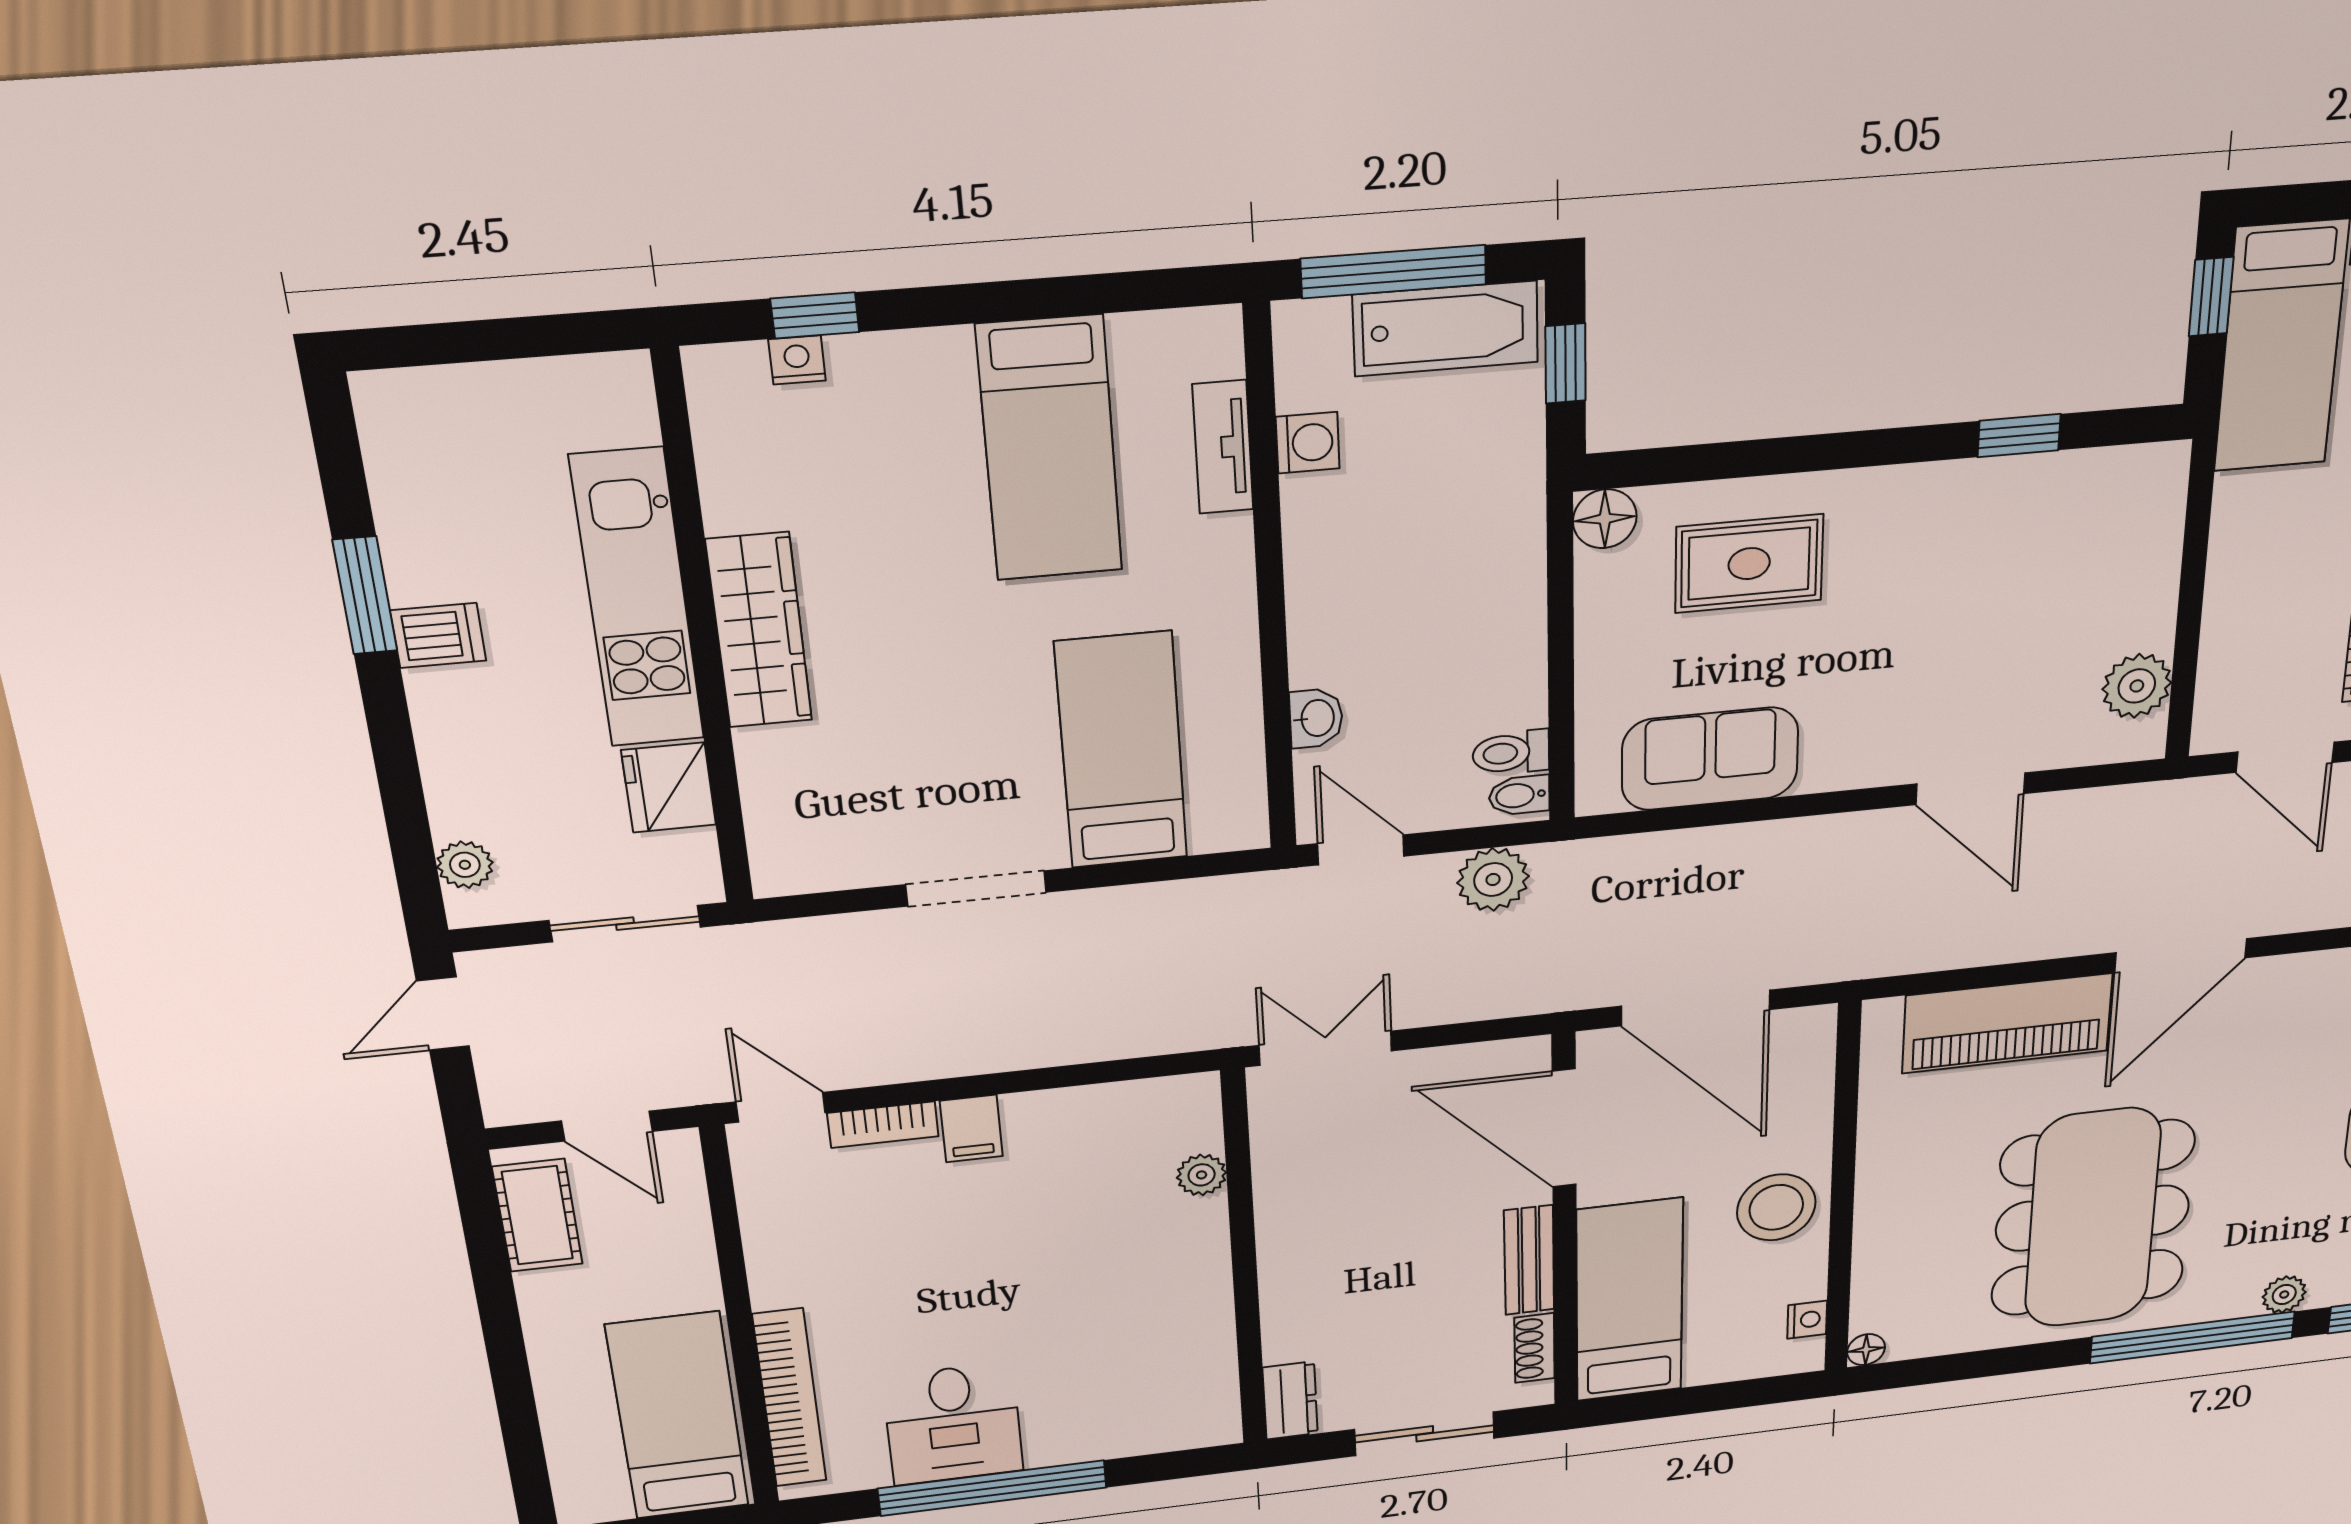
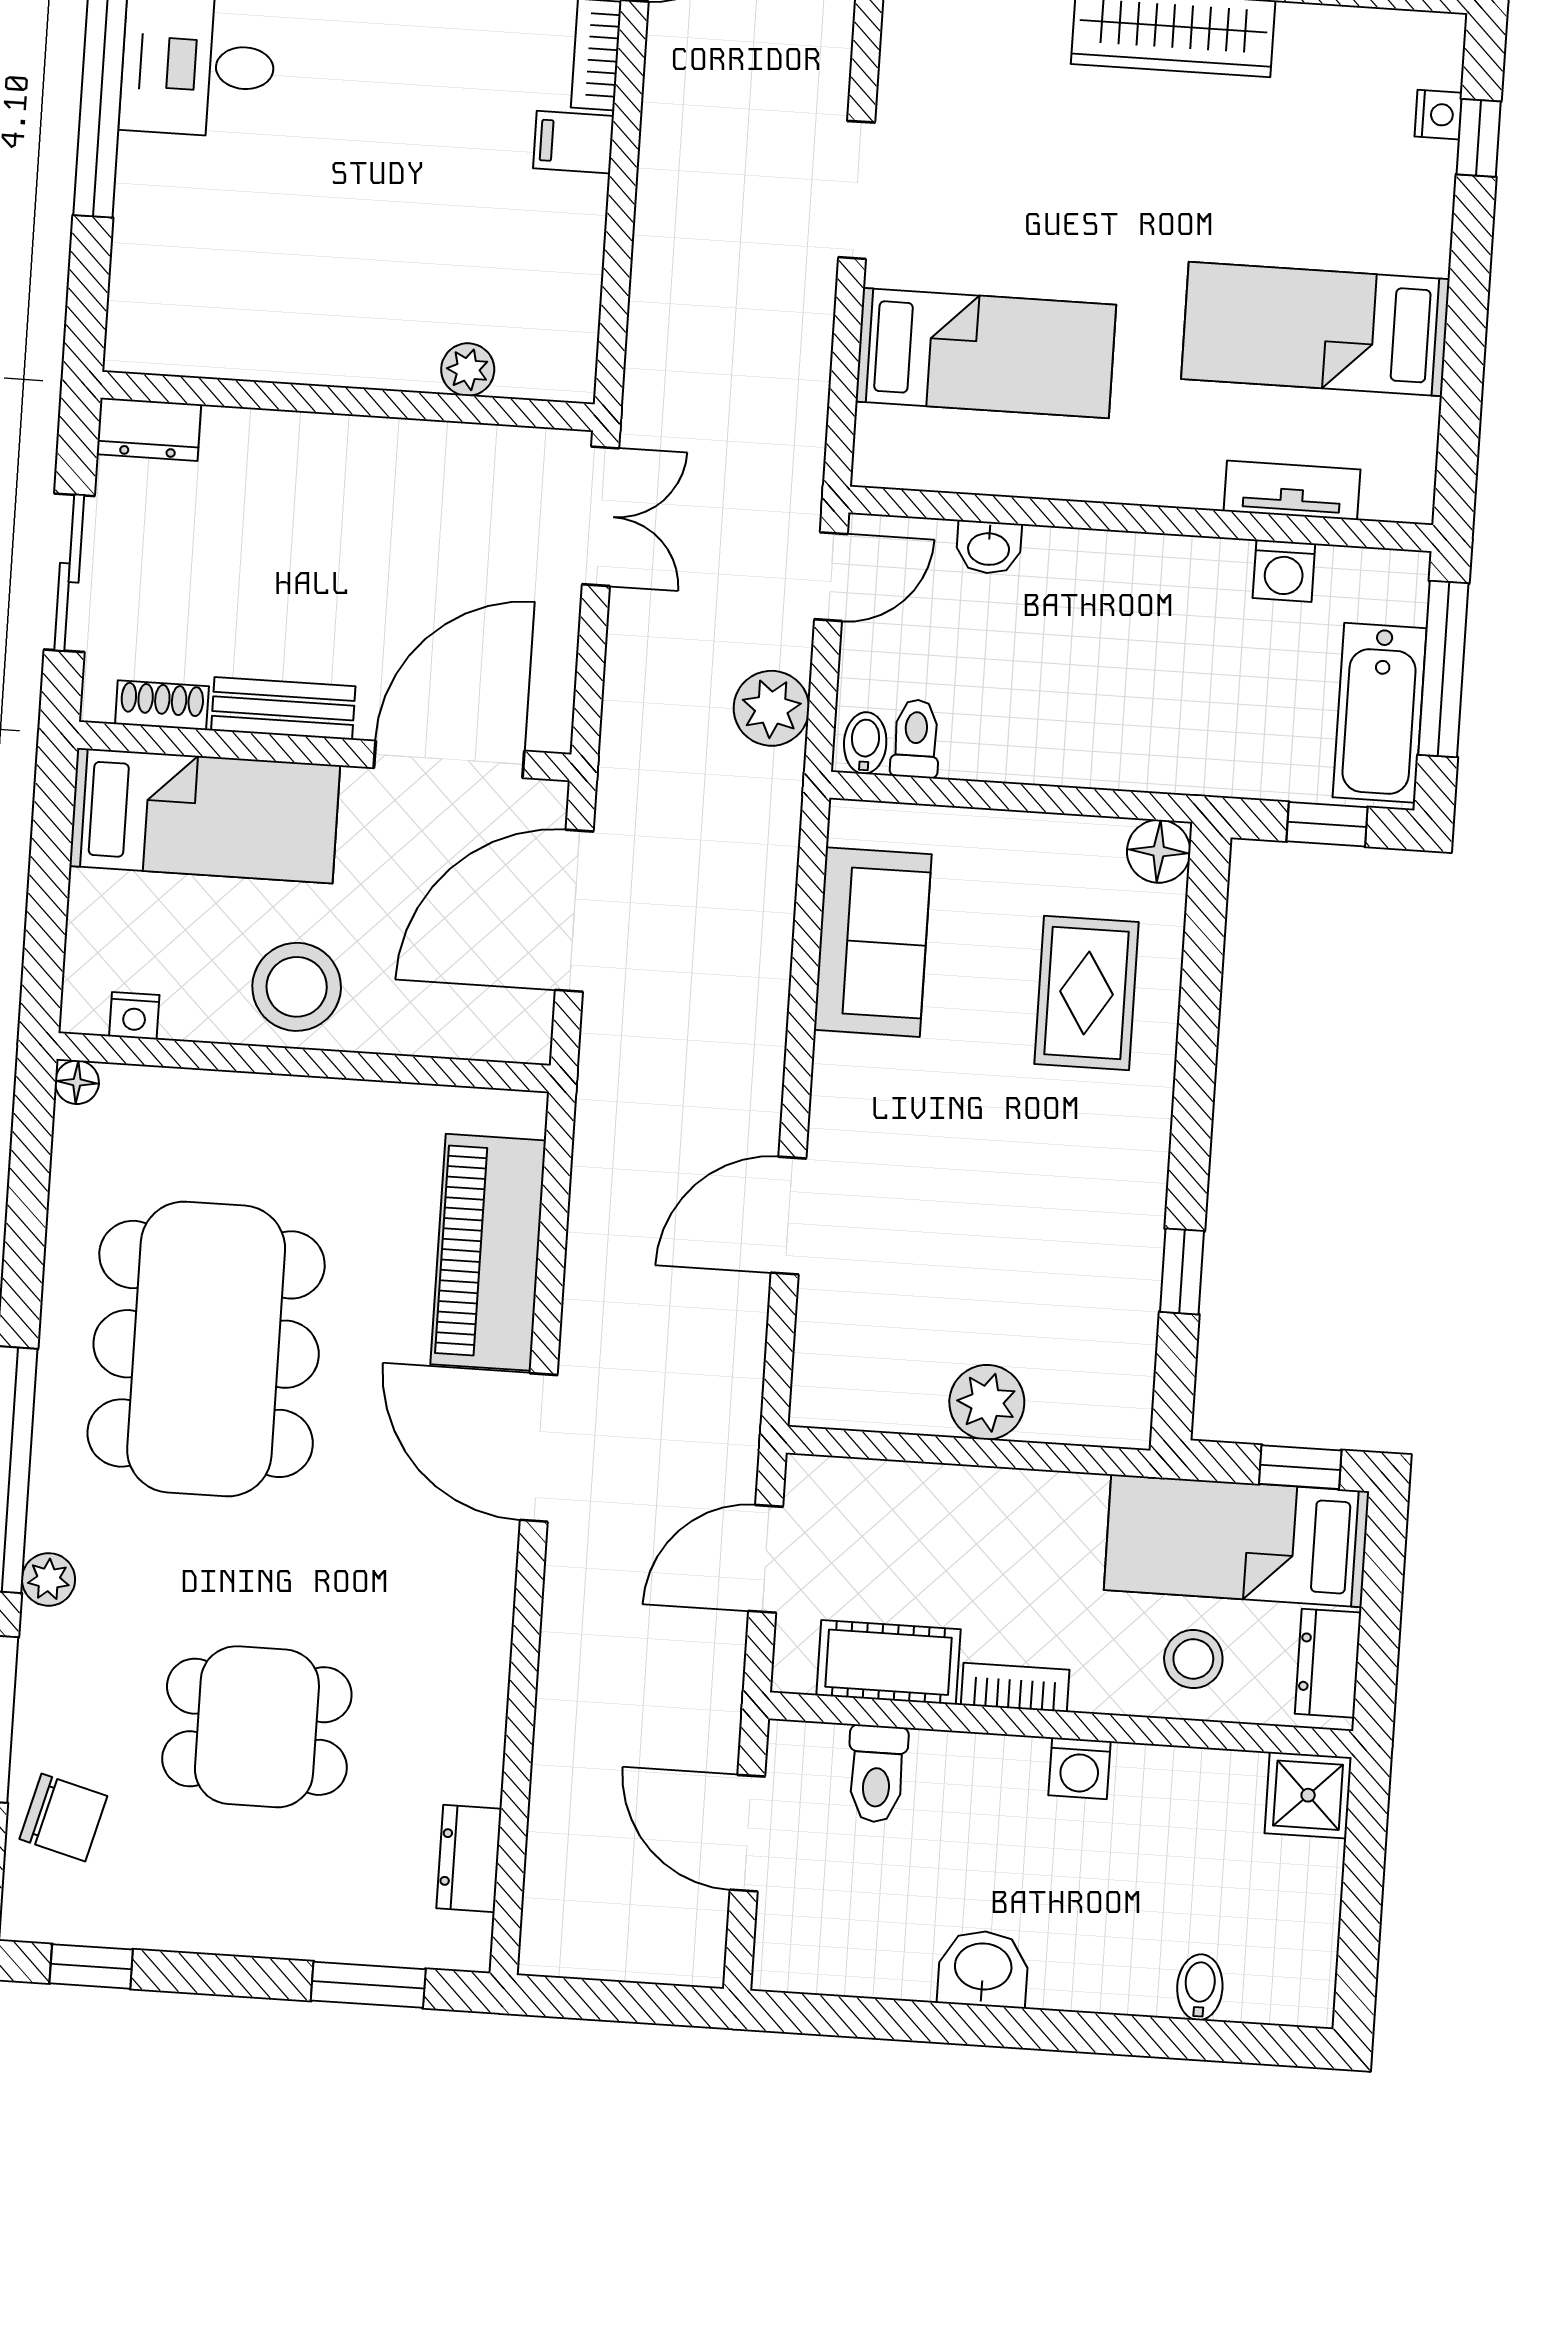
plant: (2137, 686) -> (987, 1402), moved
dining table: (2093, 1218) -> (206, 1349), turned 90

